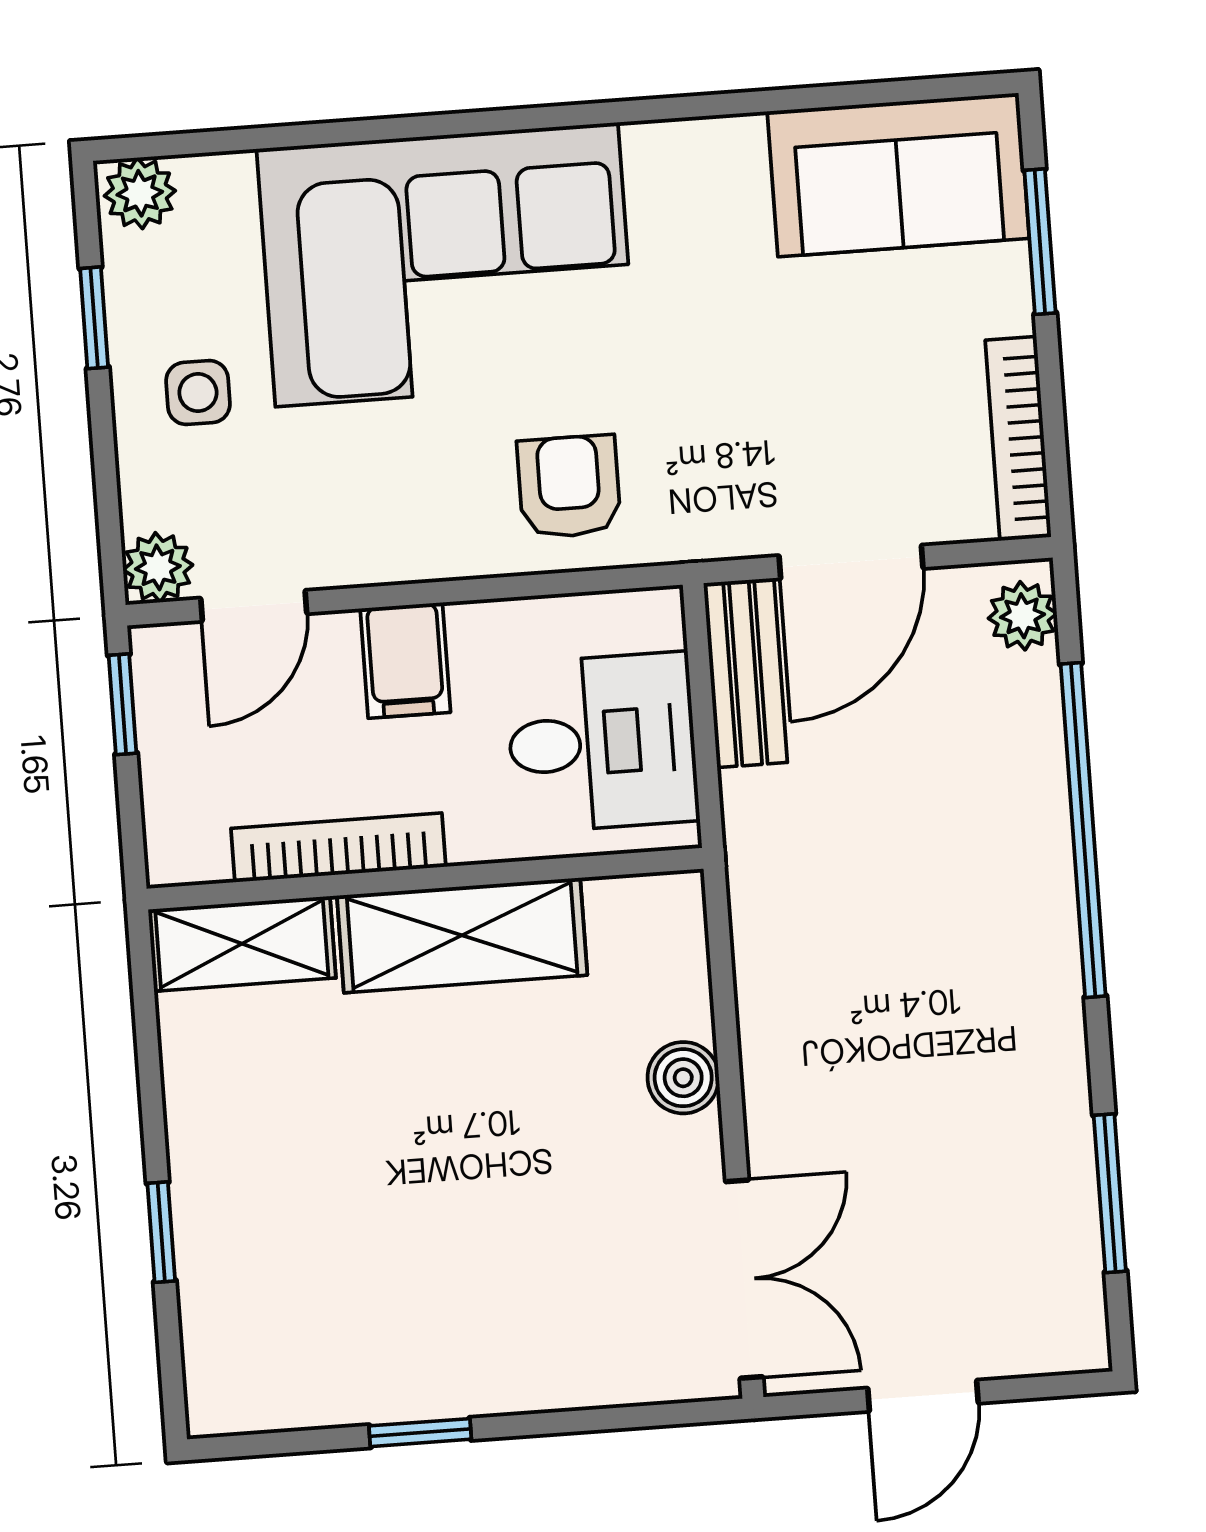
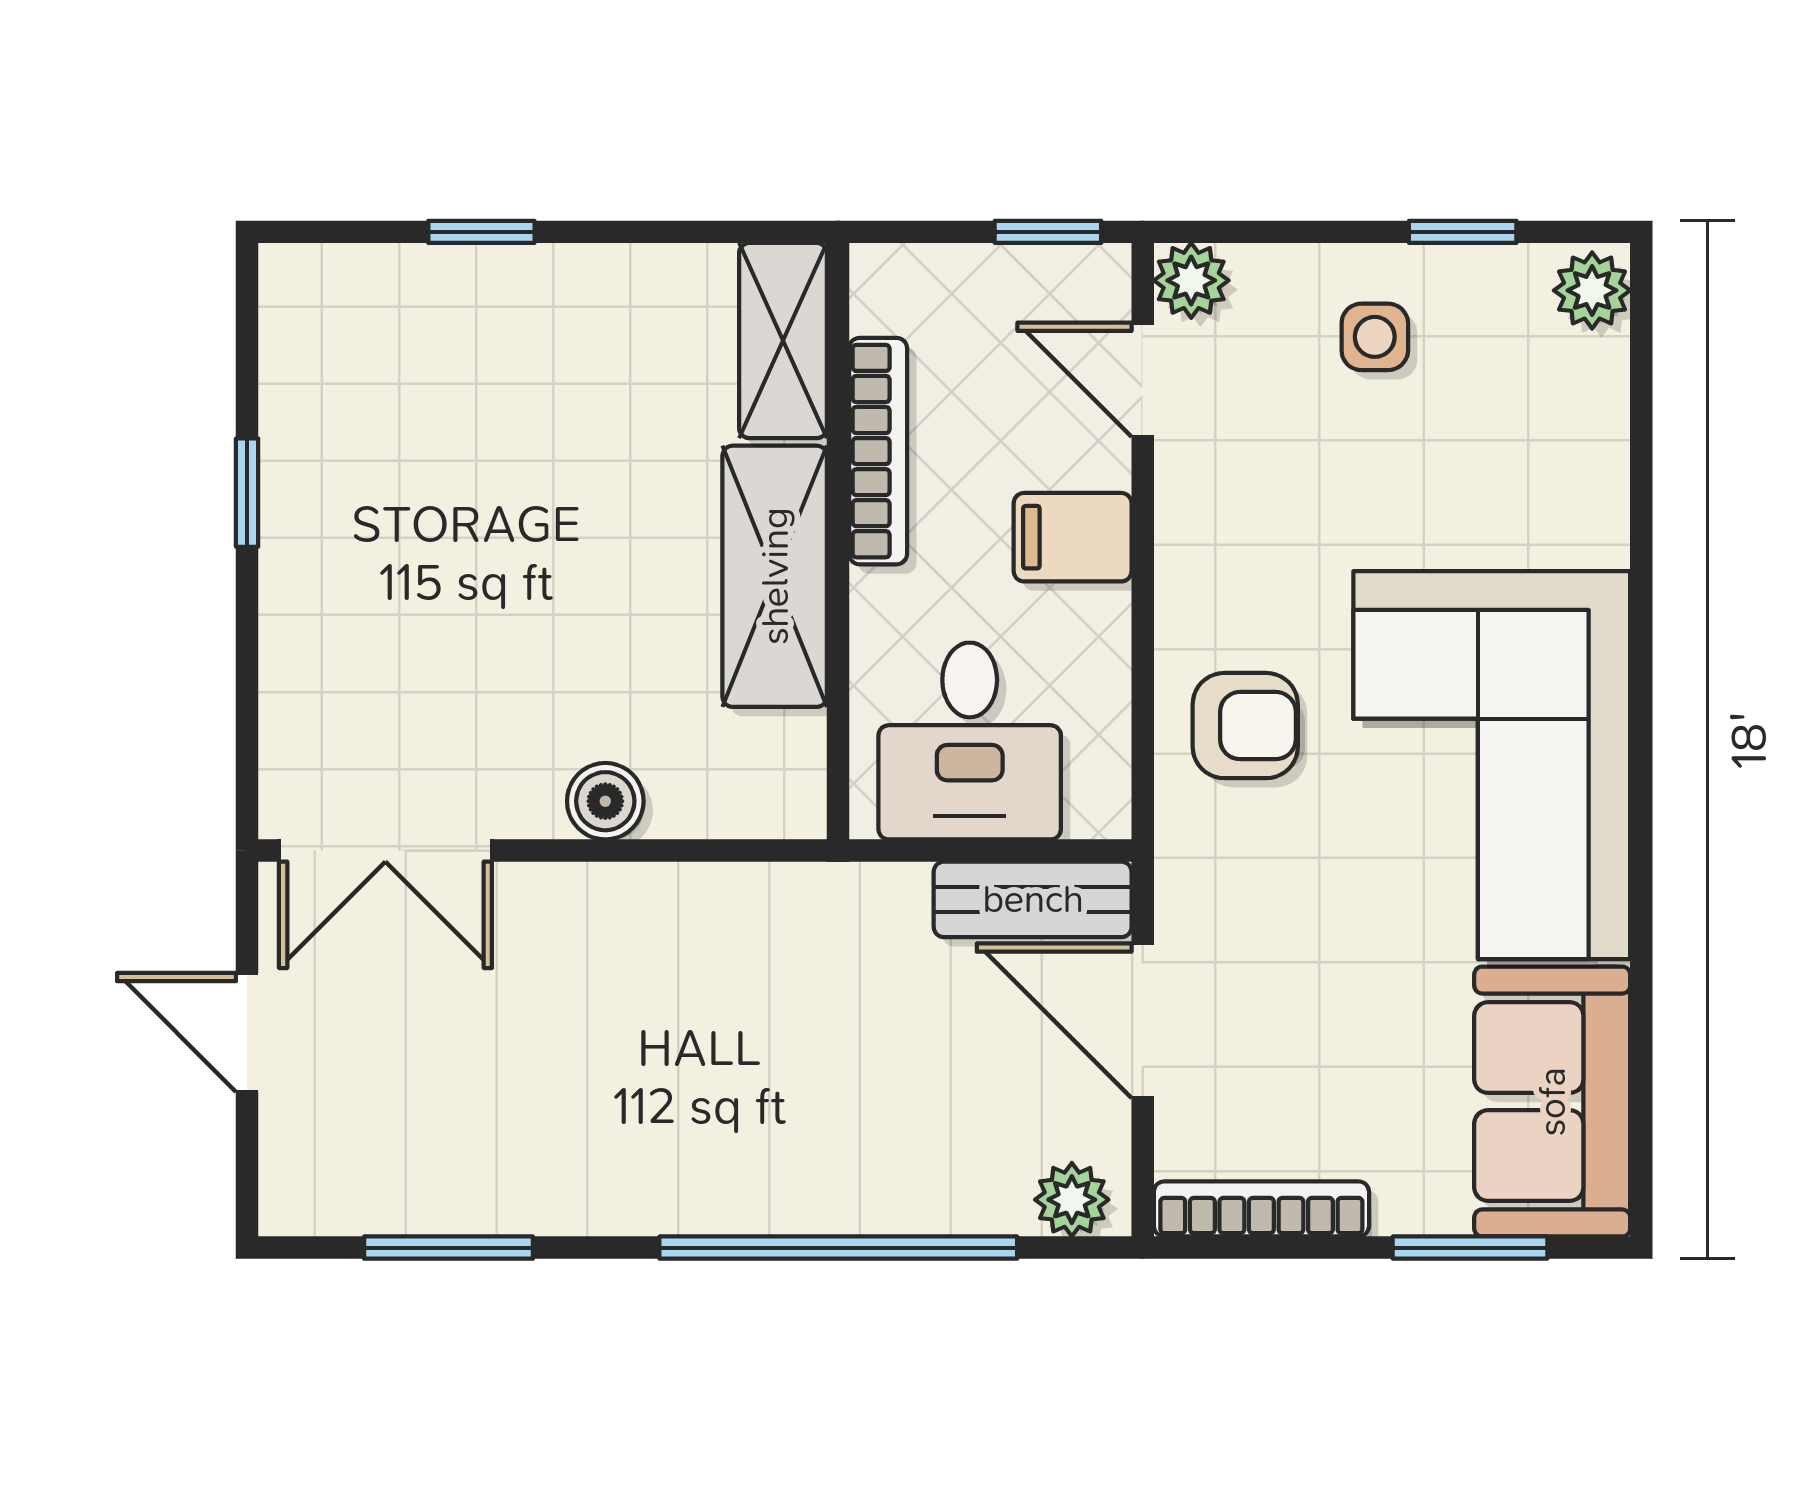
corner sofa: (447, 265) -> (1492, 765), moved

